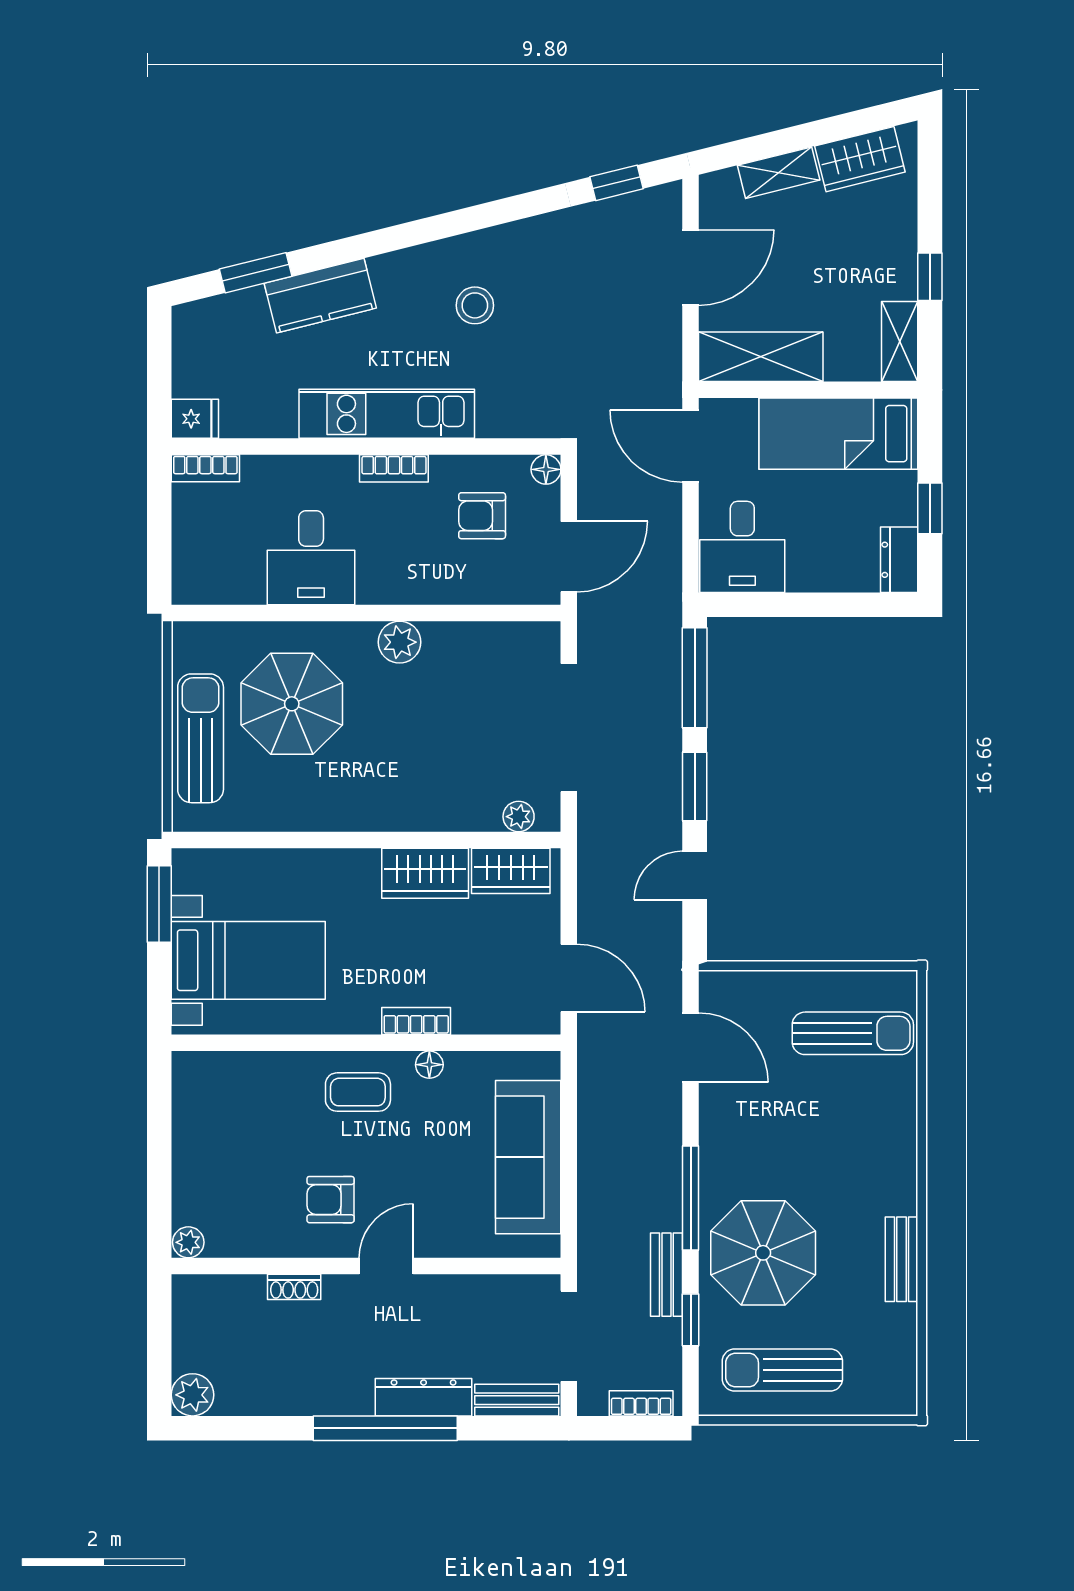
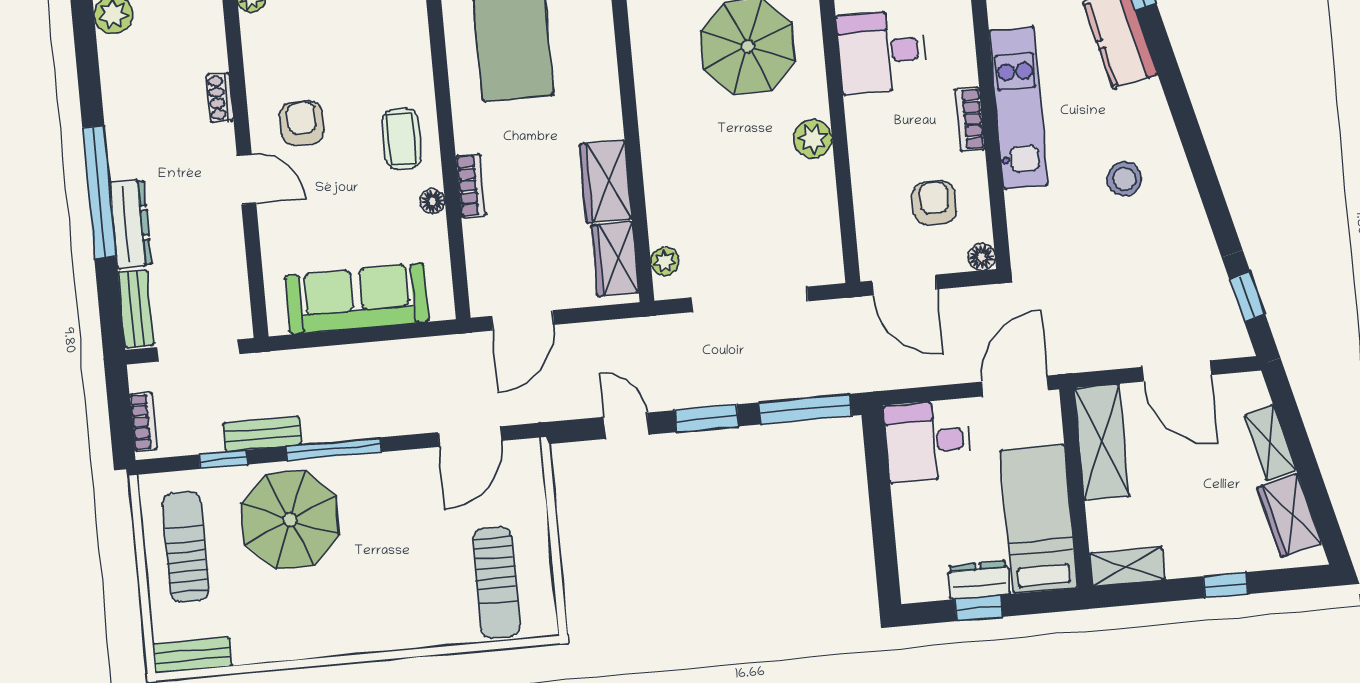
window: (930, 277) -> (1226, 585), moved
dresser: (899, 560) -> (979, 580), moved
bench: (902, 1259) -> (192, 655), moved

